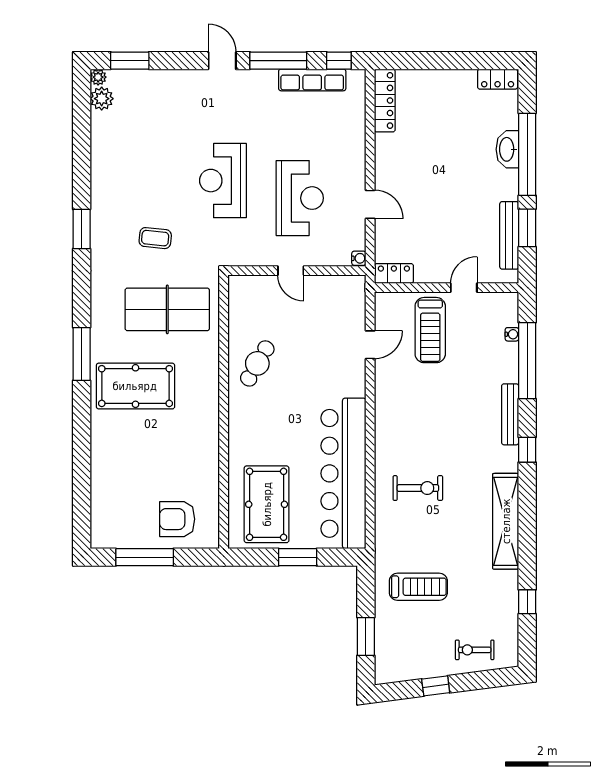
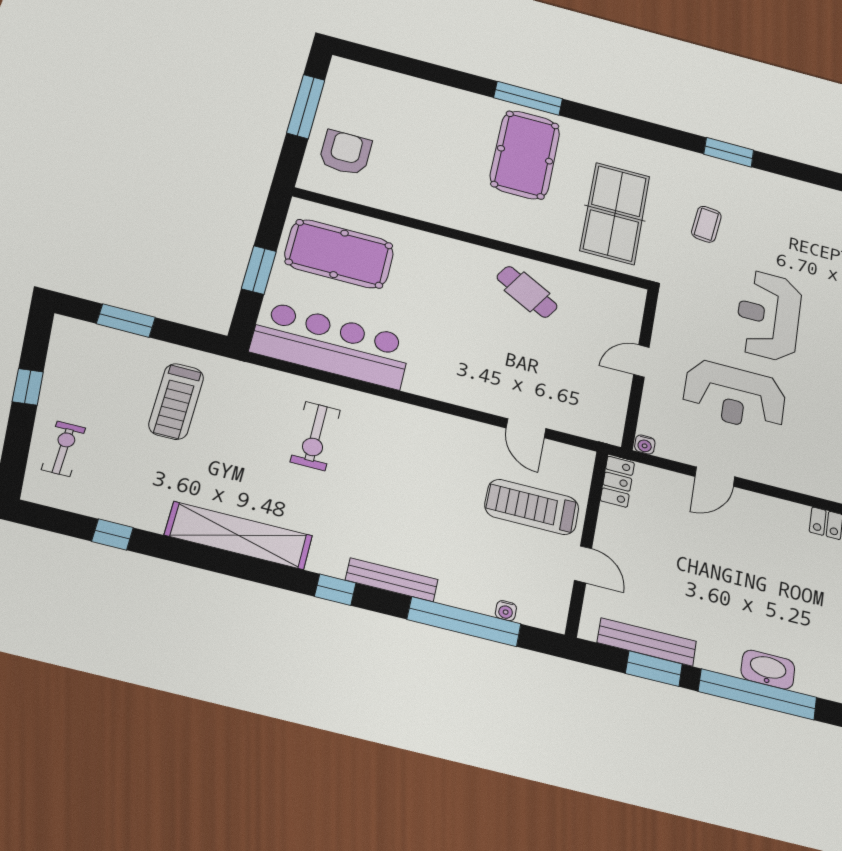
reception desk: (223, 181) -> (768, 316), turned -90
window: (82, 354) -> (528, 98), moved
bar counter: (343, 473) -> (331, 345), width x0.73

